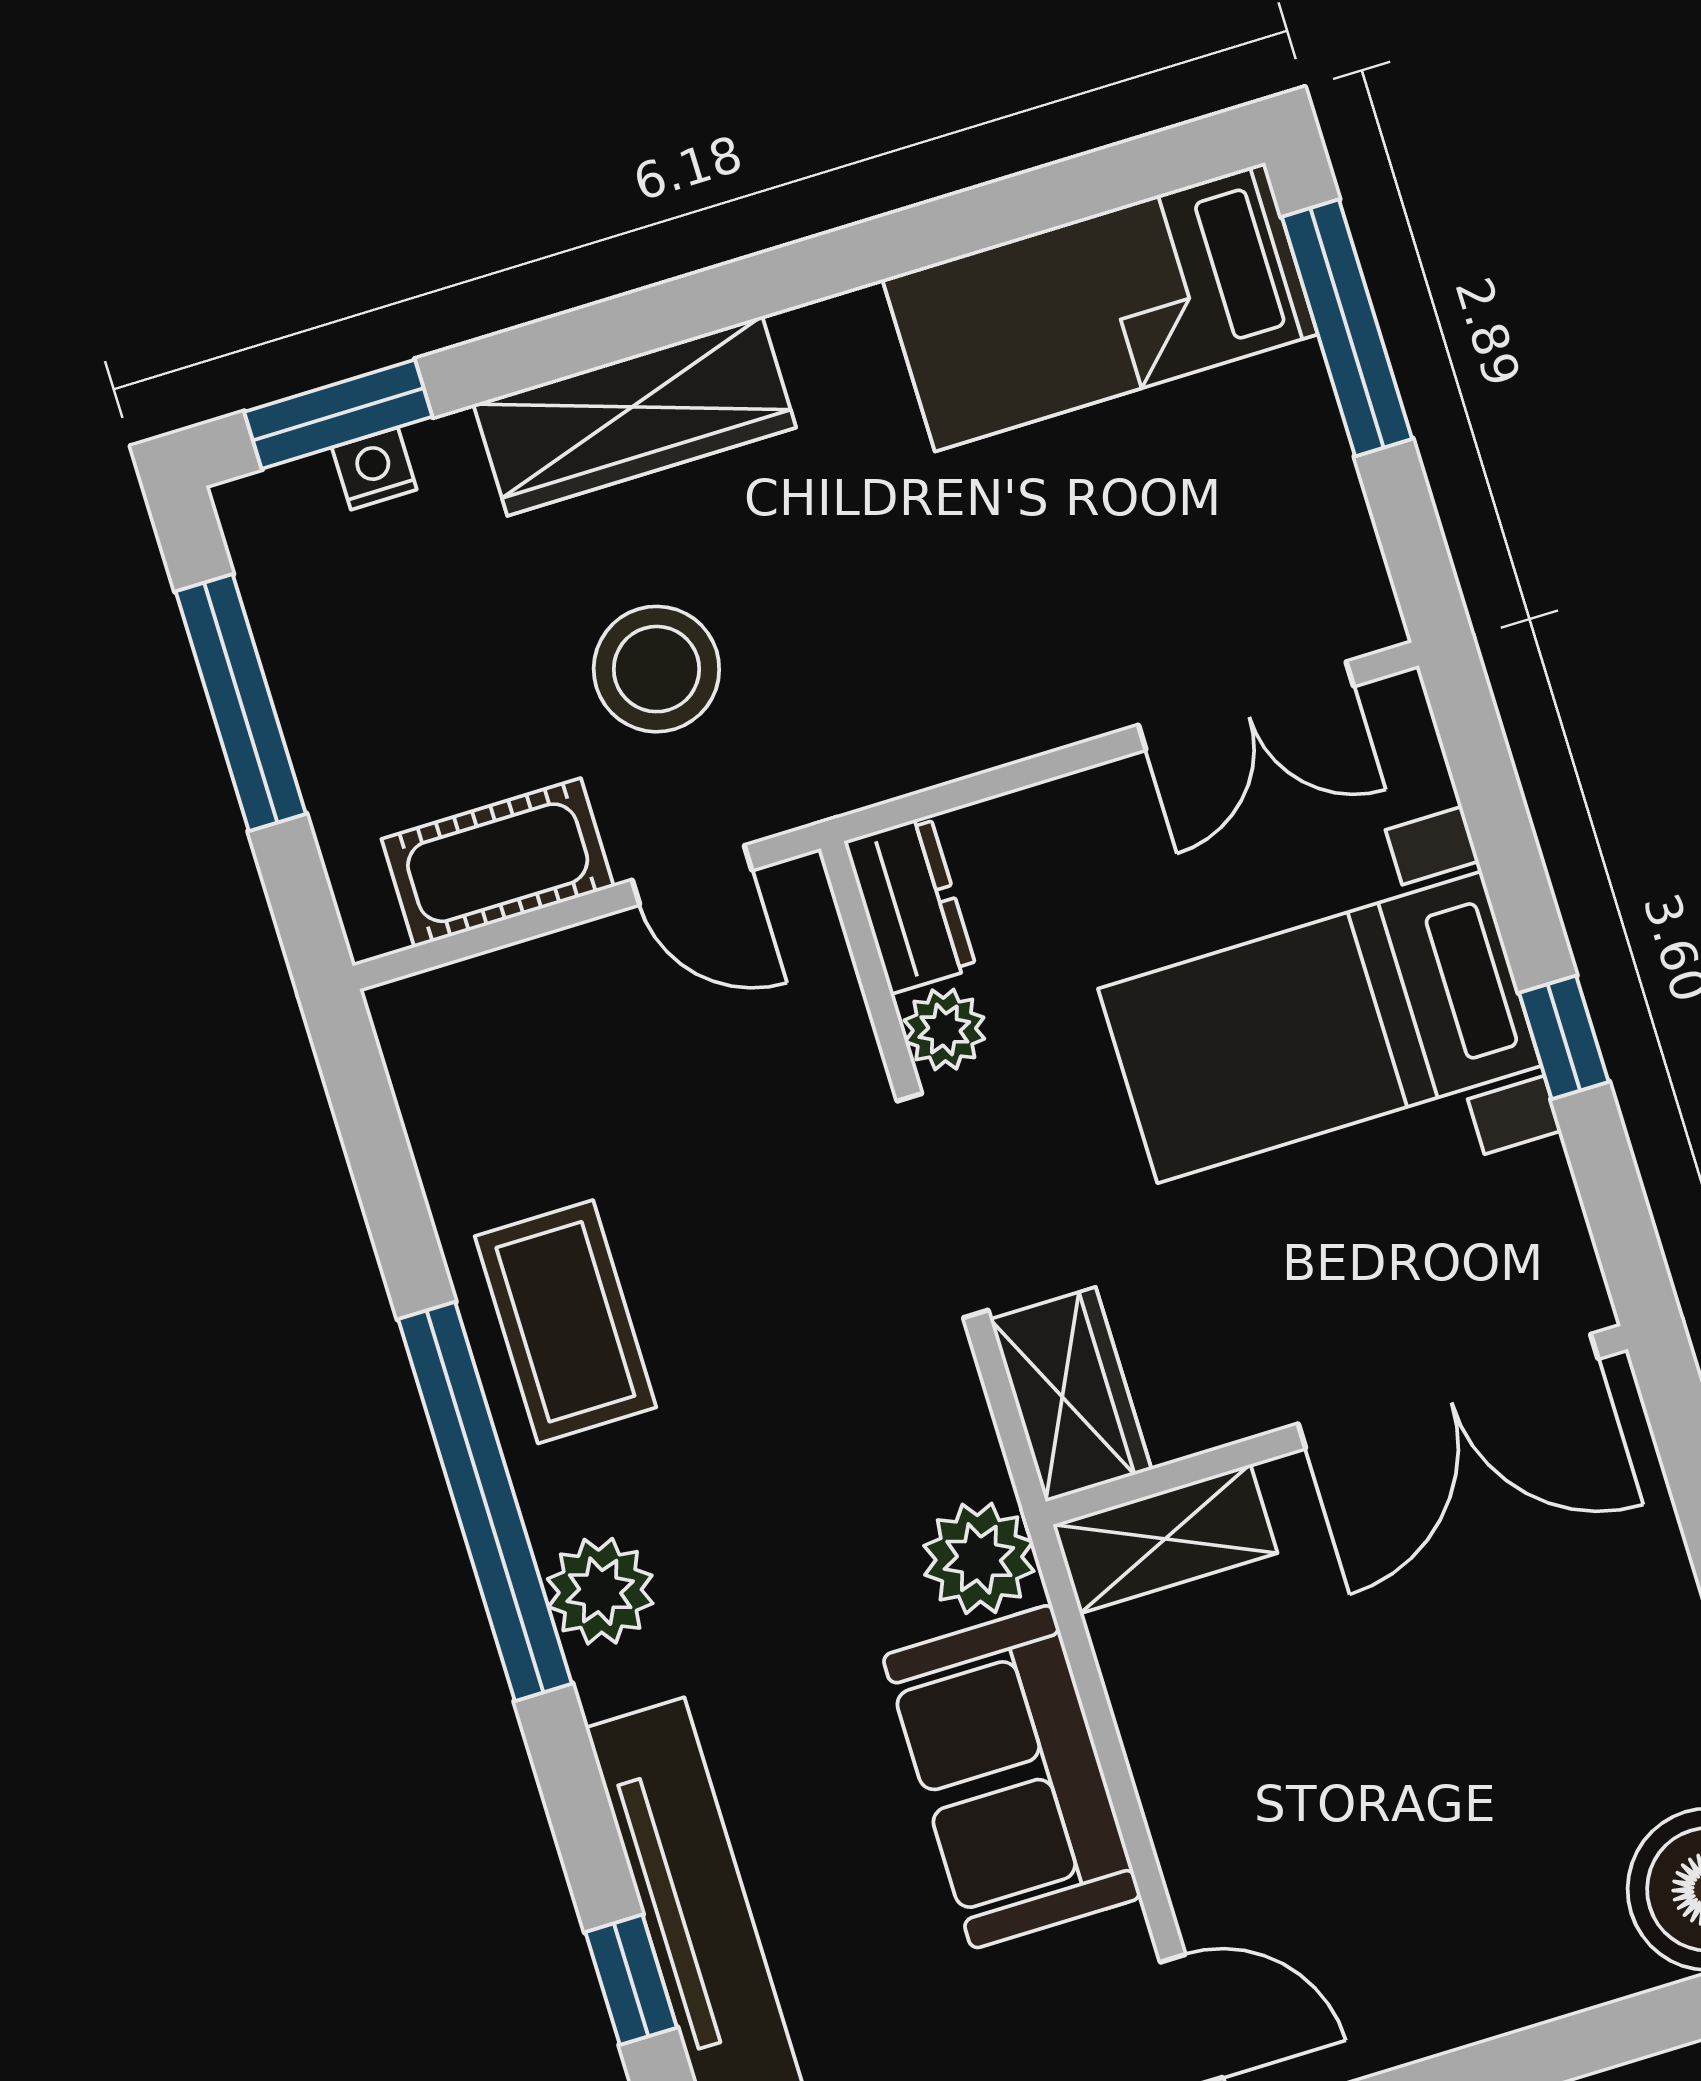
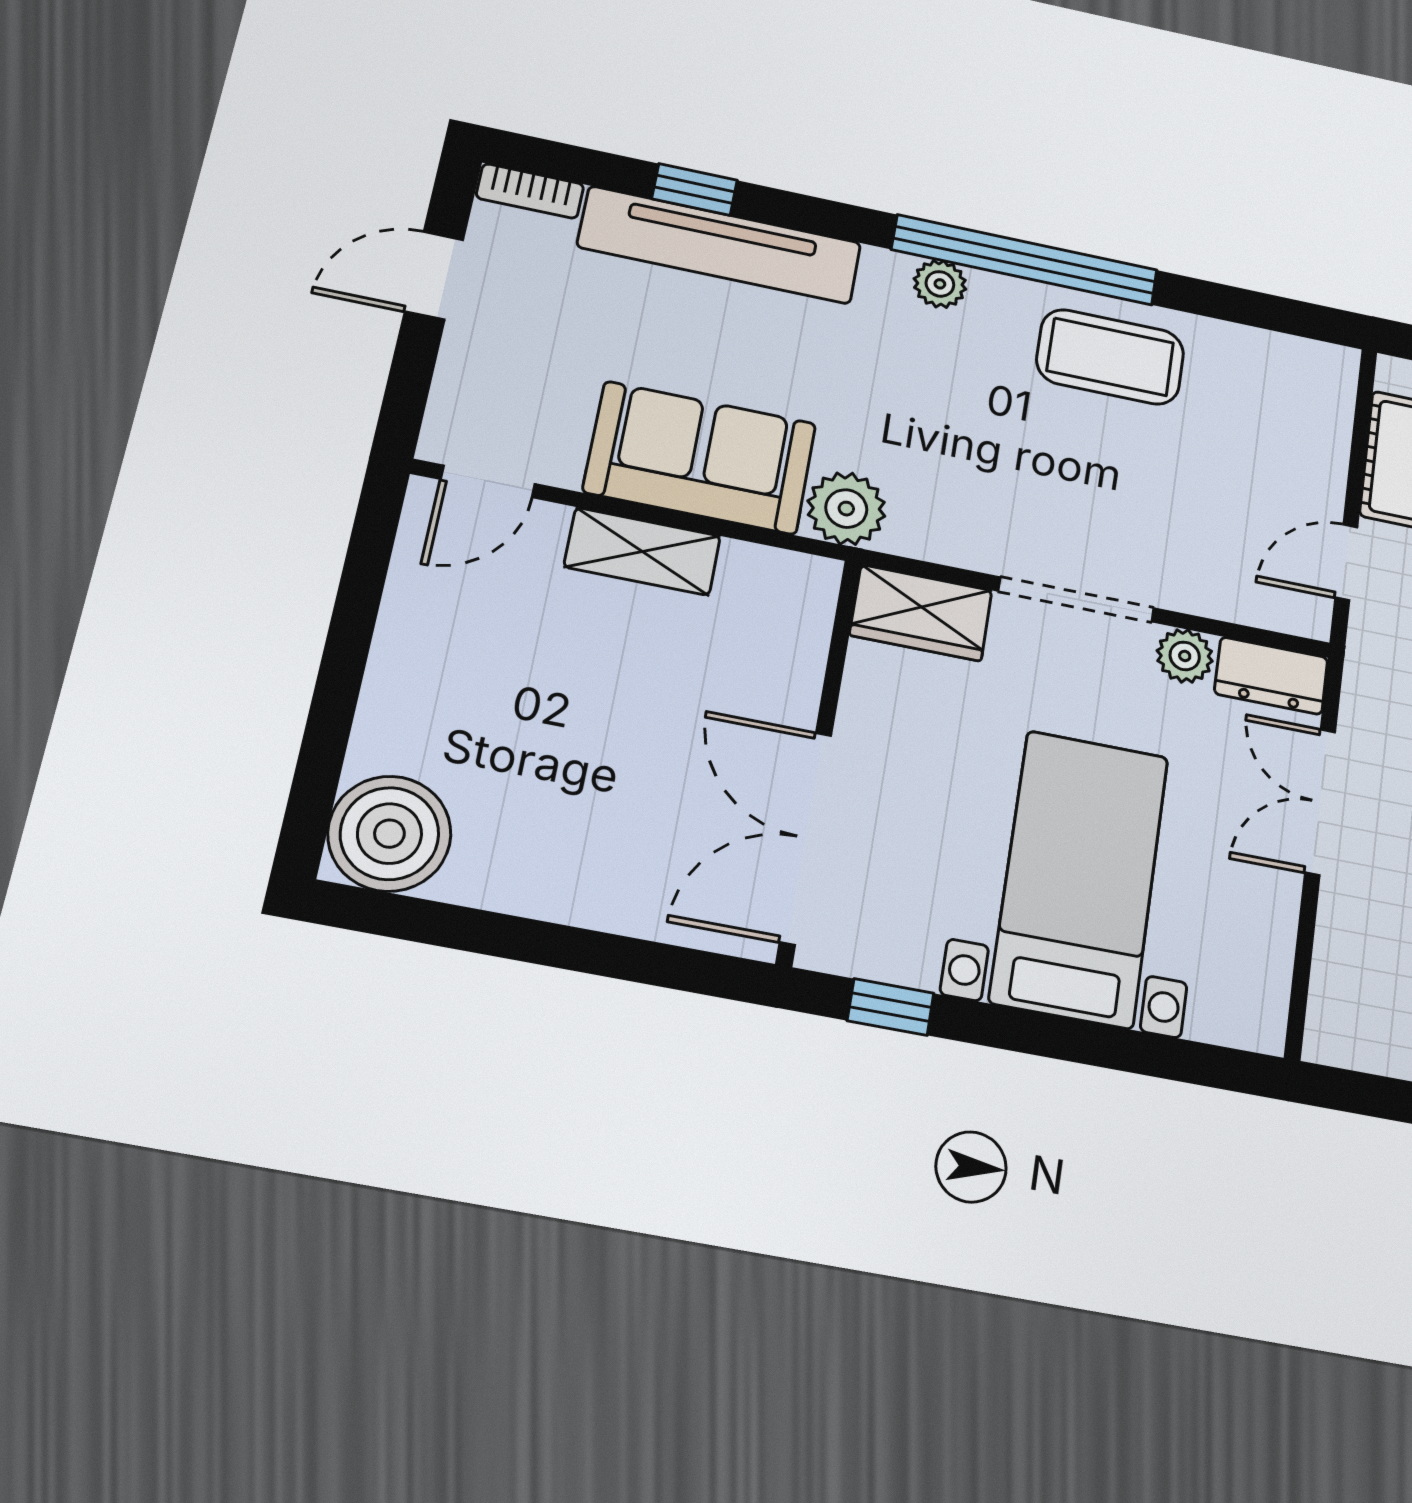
double door: (1246, 706) -> (1320, 802), moved
window: (1564, 1037) -> (891, 1007), moved
shelving: (1165, 1539) -> (642, 551), moved, turned 90
plant: (600, 1591) -> (940, 284), width x0.73, depth x0.73

